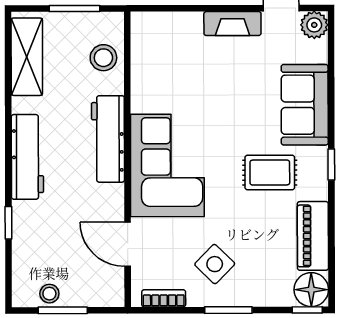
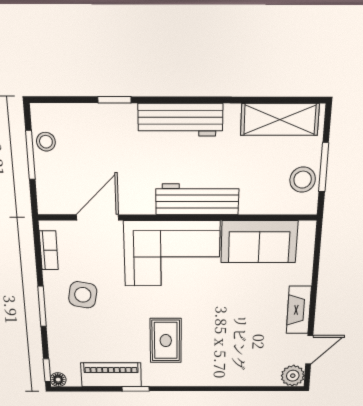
stool: (103, 58) -> (303, 180), moved
sofa: (305, 105) -> (259, 242), moved, turned 180
window: (331, 165) -> (136, 389), moved
side table: (215, 264) -> (83, 295), turned -34
floor lamp: (311, 290) -> (58, 380), width x0.53, depth x0.53

